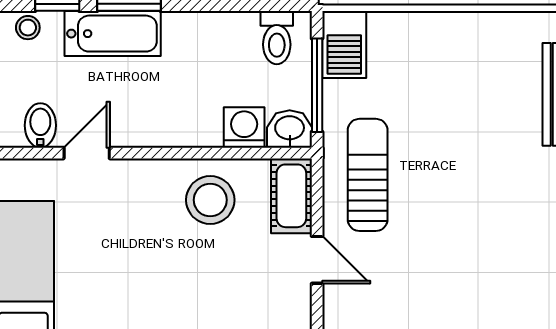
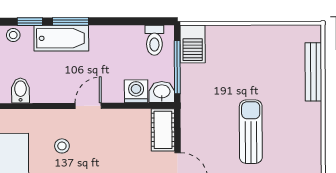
door: (87, 153) -> (88, 106), moved
sun lounger: (368, 175) -> (251, 132), moved
stool: (210, 200) -> (62, 146), moved, width x0.53, depth x0.53

